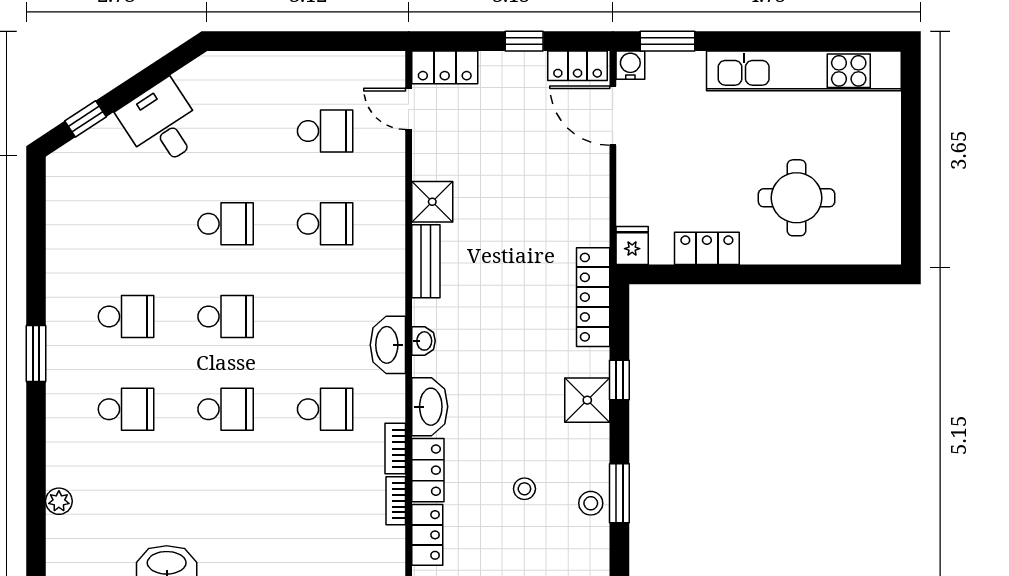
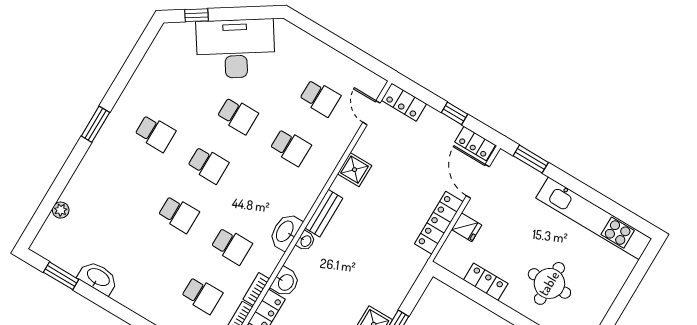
water cooler: (630, 65) -> (503, 160), removed
desk: (161, 124) -> (236, 49), width x1.87, depth x1.30
fridge: (632, 246) -> (467, 227), moved, turned 90
bench: (426, 261) -> (324, 213), moved
locker: (593, 297) -> (439, 223), moved
washbasin: (430, 407) -> (285, 282), width x0.72
school desk: (126, 409) -> (202, 295), moved

